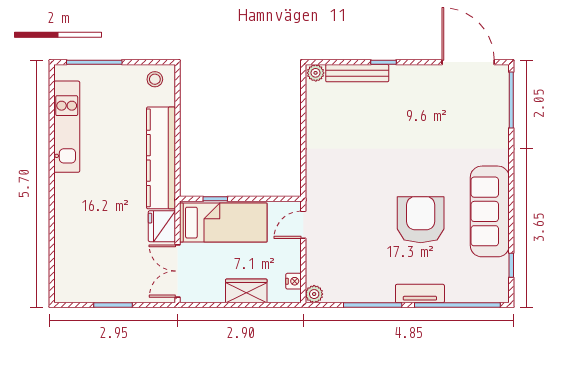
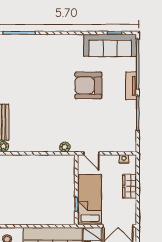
sofa: (490, 211) -> (110, 45), moved
plant: (314, 294) -> (65, 147), moved

